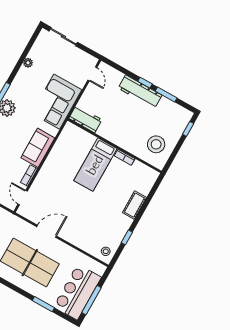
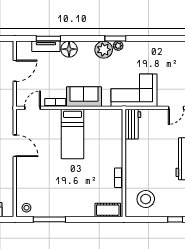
plant: (28, 63) -> (118, 46), moved
bed: (95, 165) -> (73, 134), moved, turned -90
cot: (134, 205) -> (108, 210), moved
window: (127, 237) -> (49, 219), width x2.17

